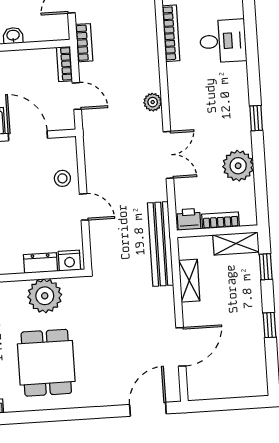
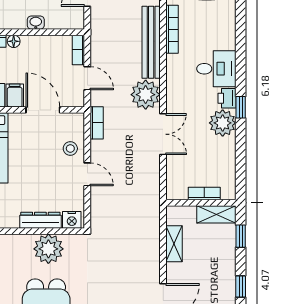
desk: (223, 41) -> (216, 69), moved
bookcase: (84, 43) -> (97, 123), moved
plant: (153, 102) -> (146, 95), width x1.87, depth x1.87
plant: (238, 166) -> (223, 123), moved
printer: (189, 219) -> (227, 98), moved, turned -90
bench: (160, 244) -> (151, 42), moved
dresser: (41, 263) -> (40, 220), width x1.44

